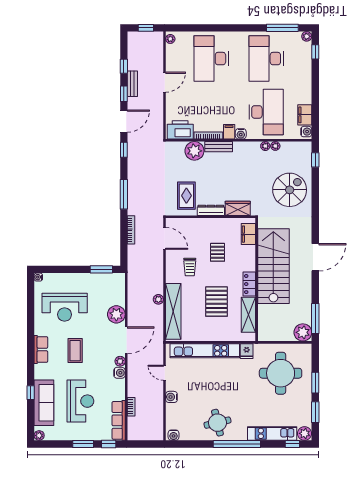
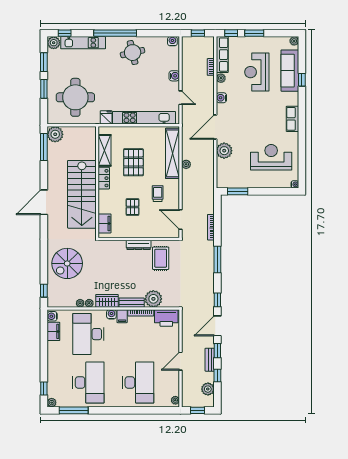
plant: (134, 51) -> (208, 389), added
wardrobe: (238, 208) -> (107, 301), moved, turned 180
coffee table: (75, 351) -> (262, 118), removed
plant: (120, 361) -> (221, 78), moved
window: (145, 444) -> (198, 33), added

